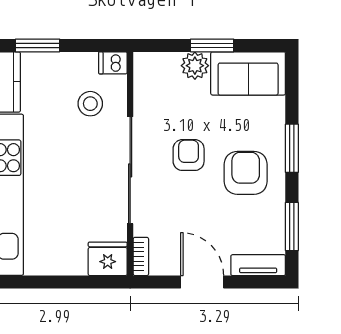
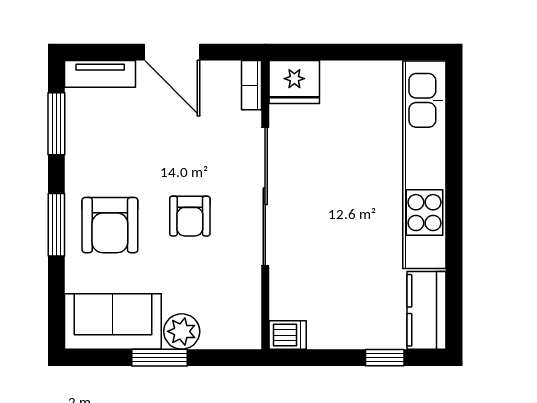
window: (38, 45) -> (385, 358), width x0.67
stool: (90, 104) -> (317, 282), removed
armchair: (246, 173) -> (110, 225), moved

